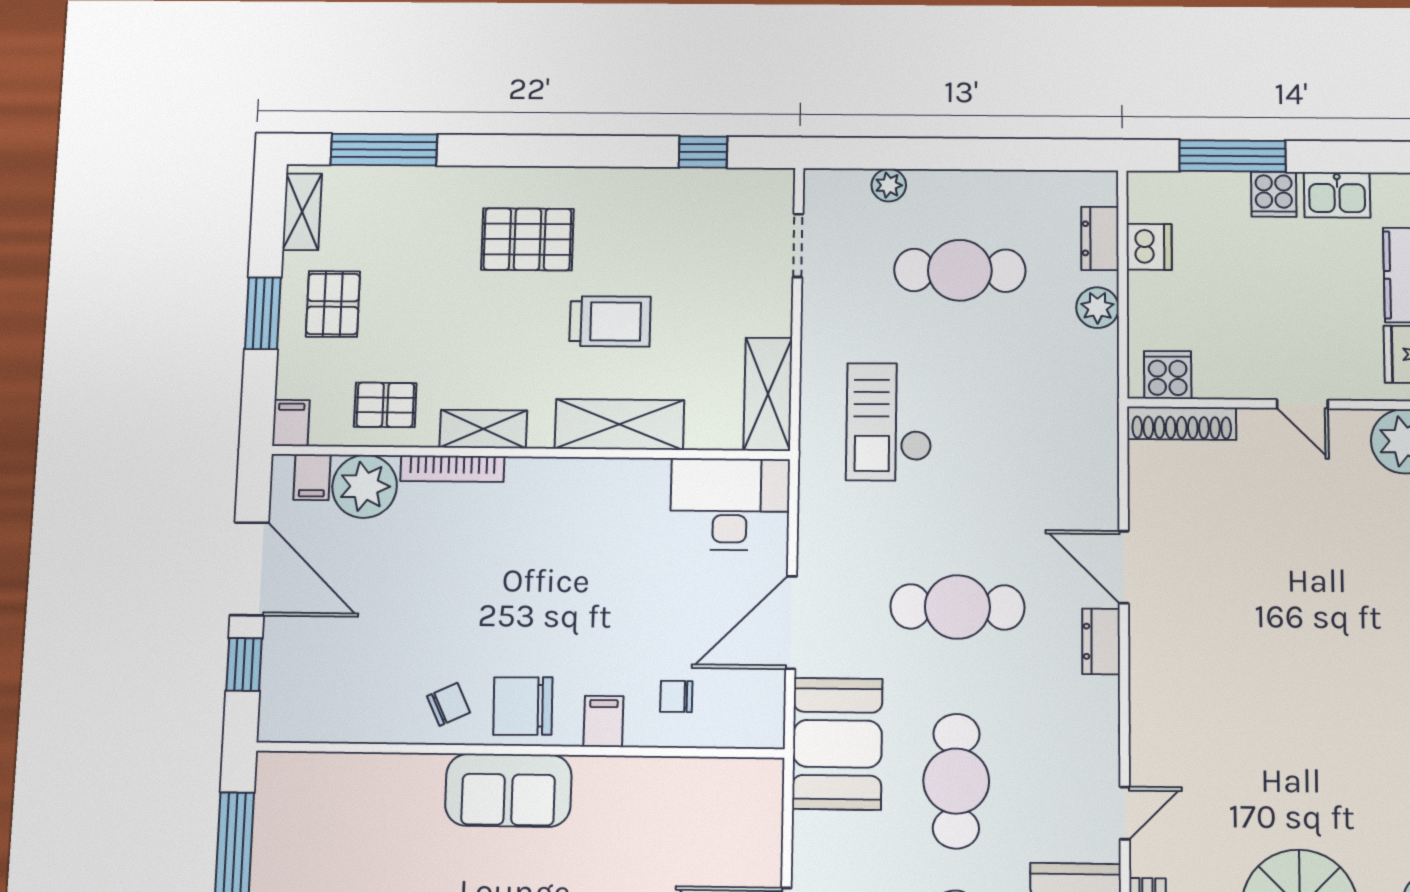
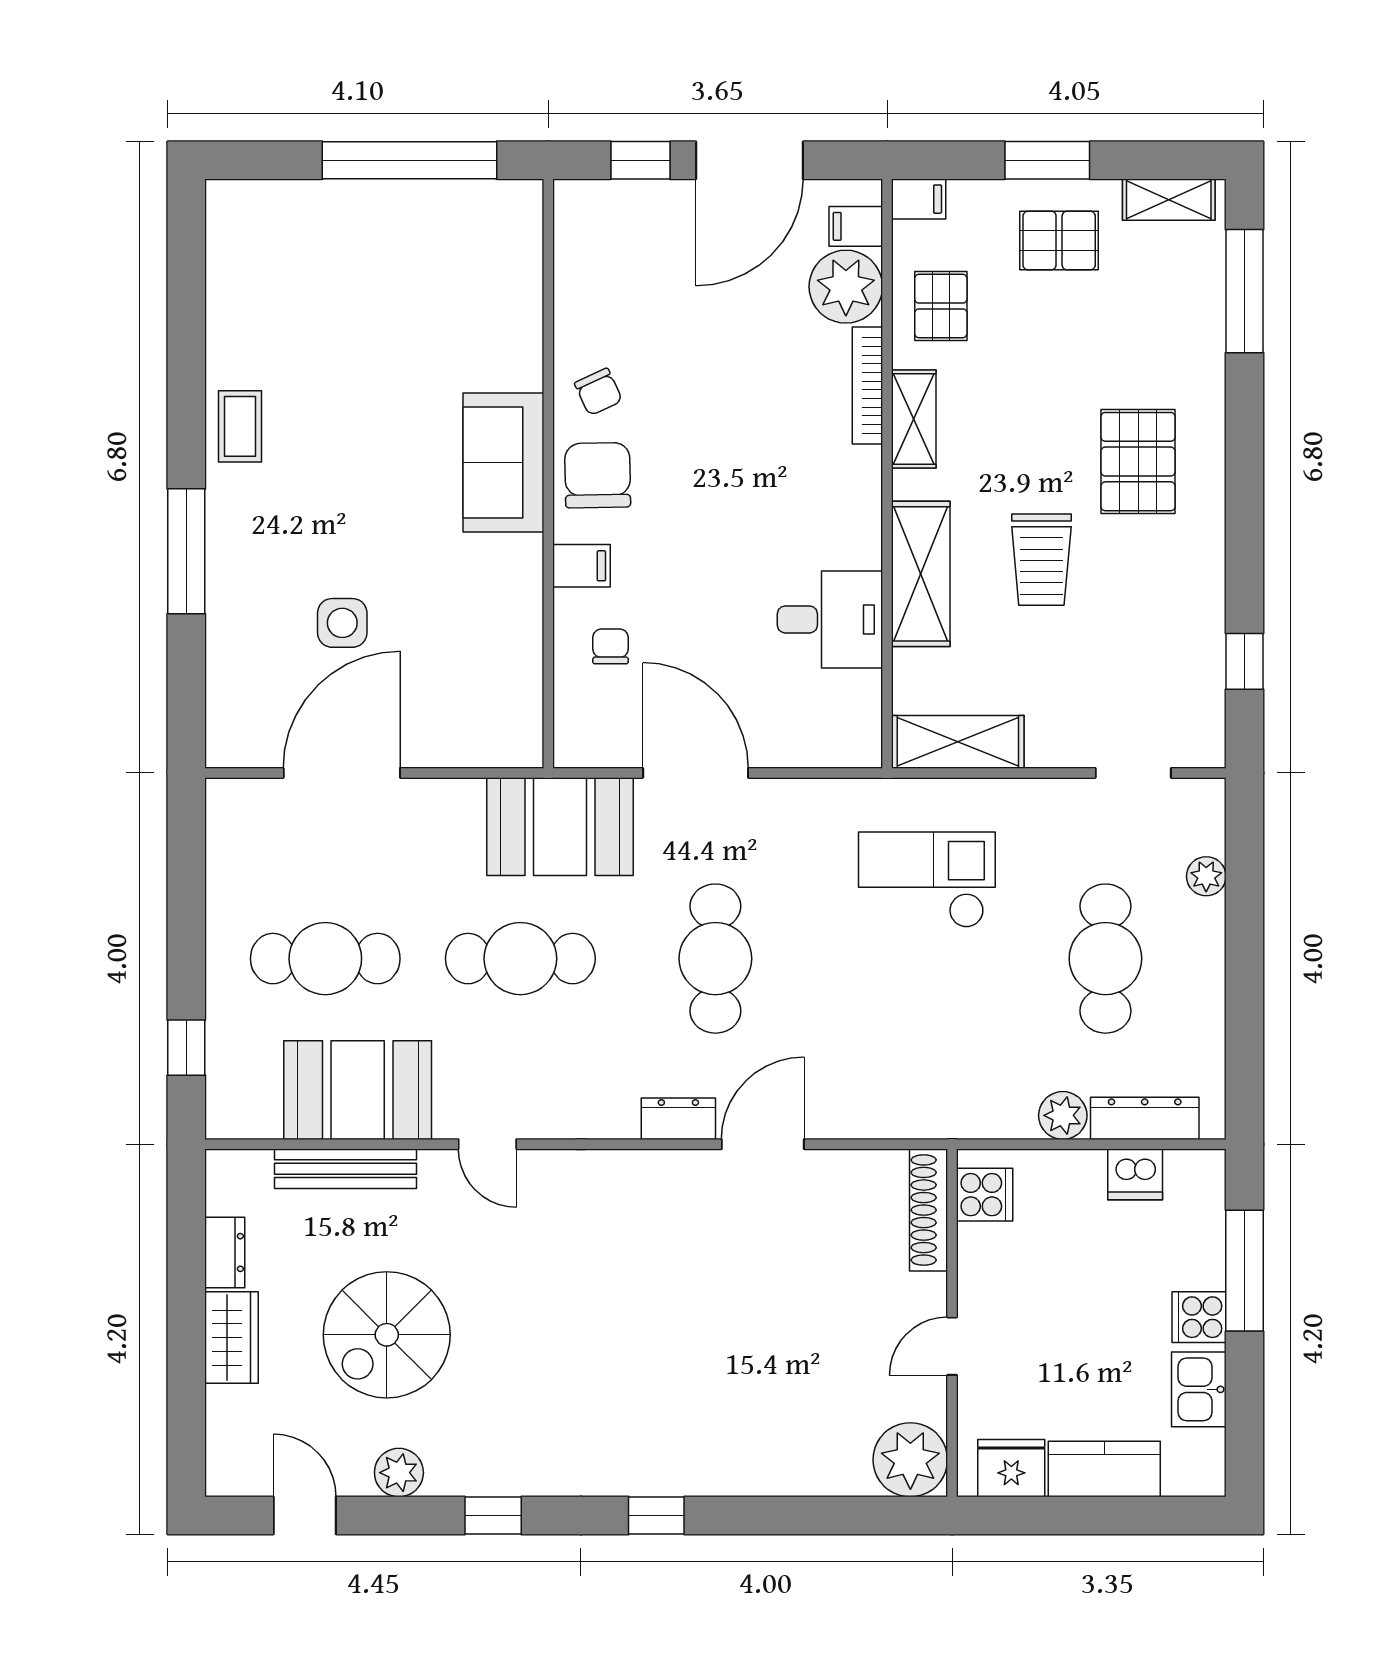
dresser: (1100, 238) -> (1145, 1118), width x1.44
desk: (730, 504) -> (830, 619), moved, width x0.73

